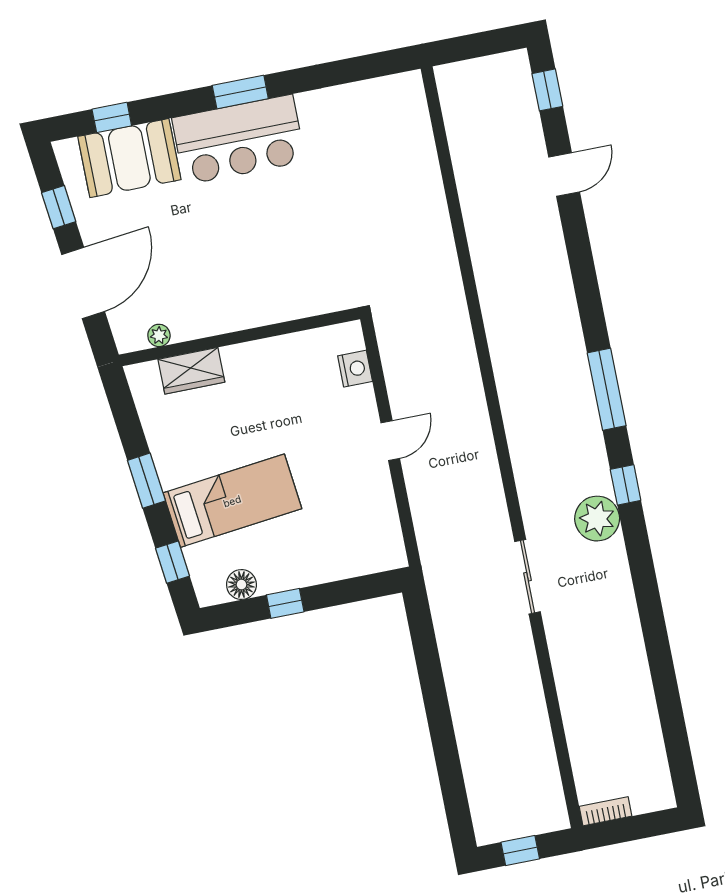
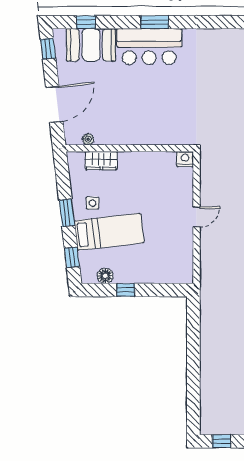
window: (59, 207) -> (48, 49), moved
nightstand: (355, 369) -> (185, 159), moved, turned -90
side table: (191, 453) -> (93, 203), added

